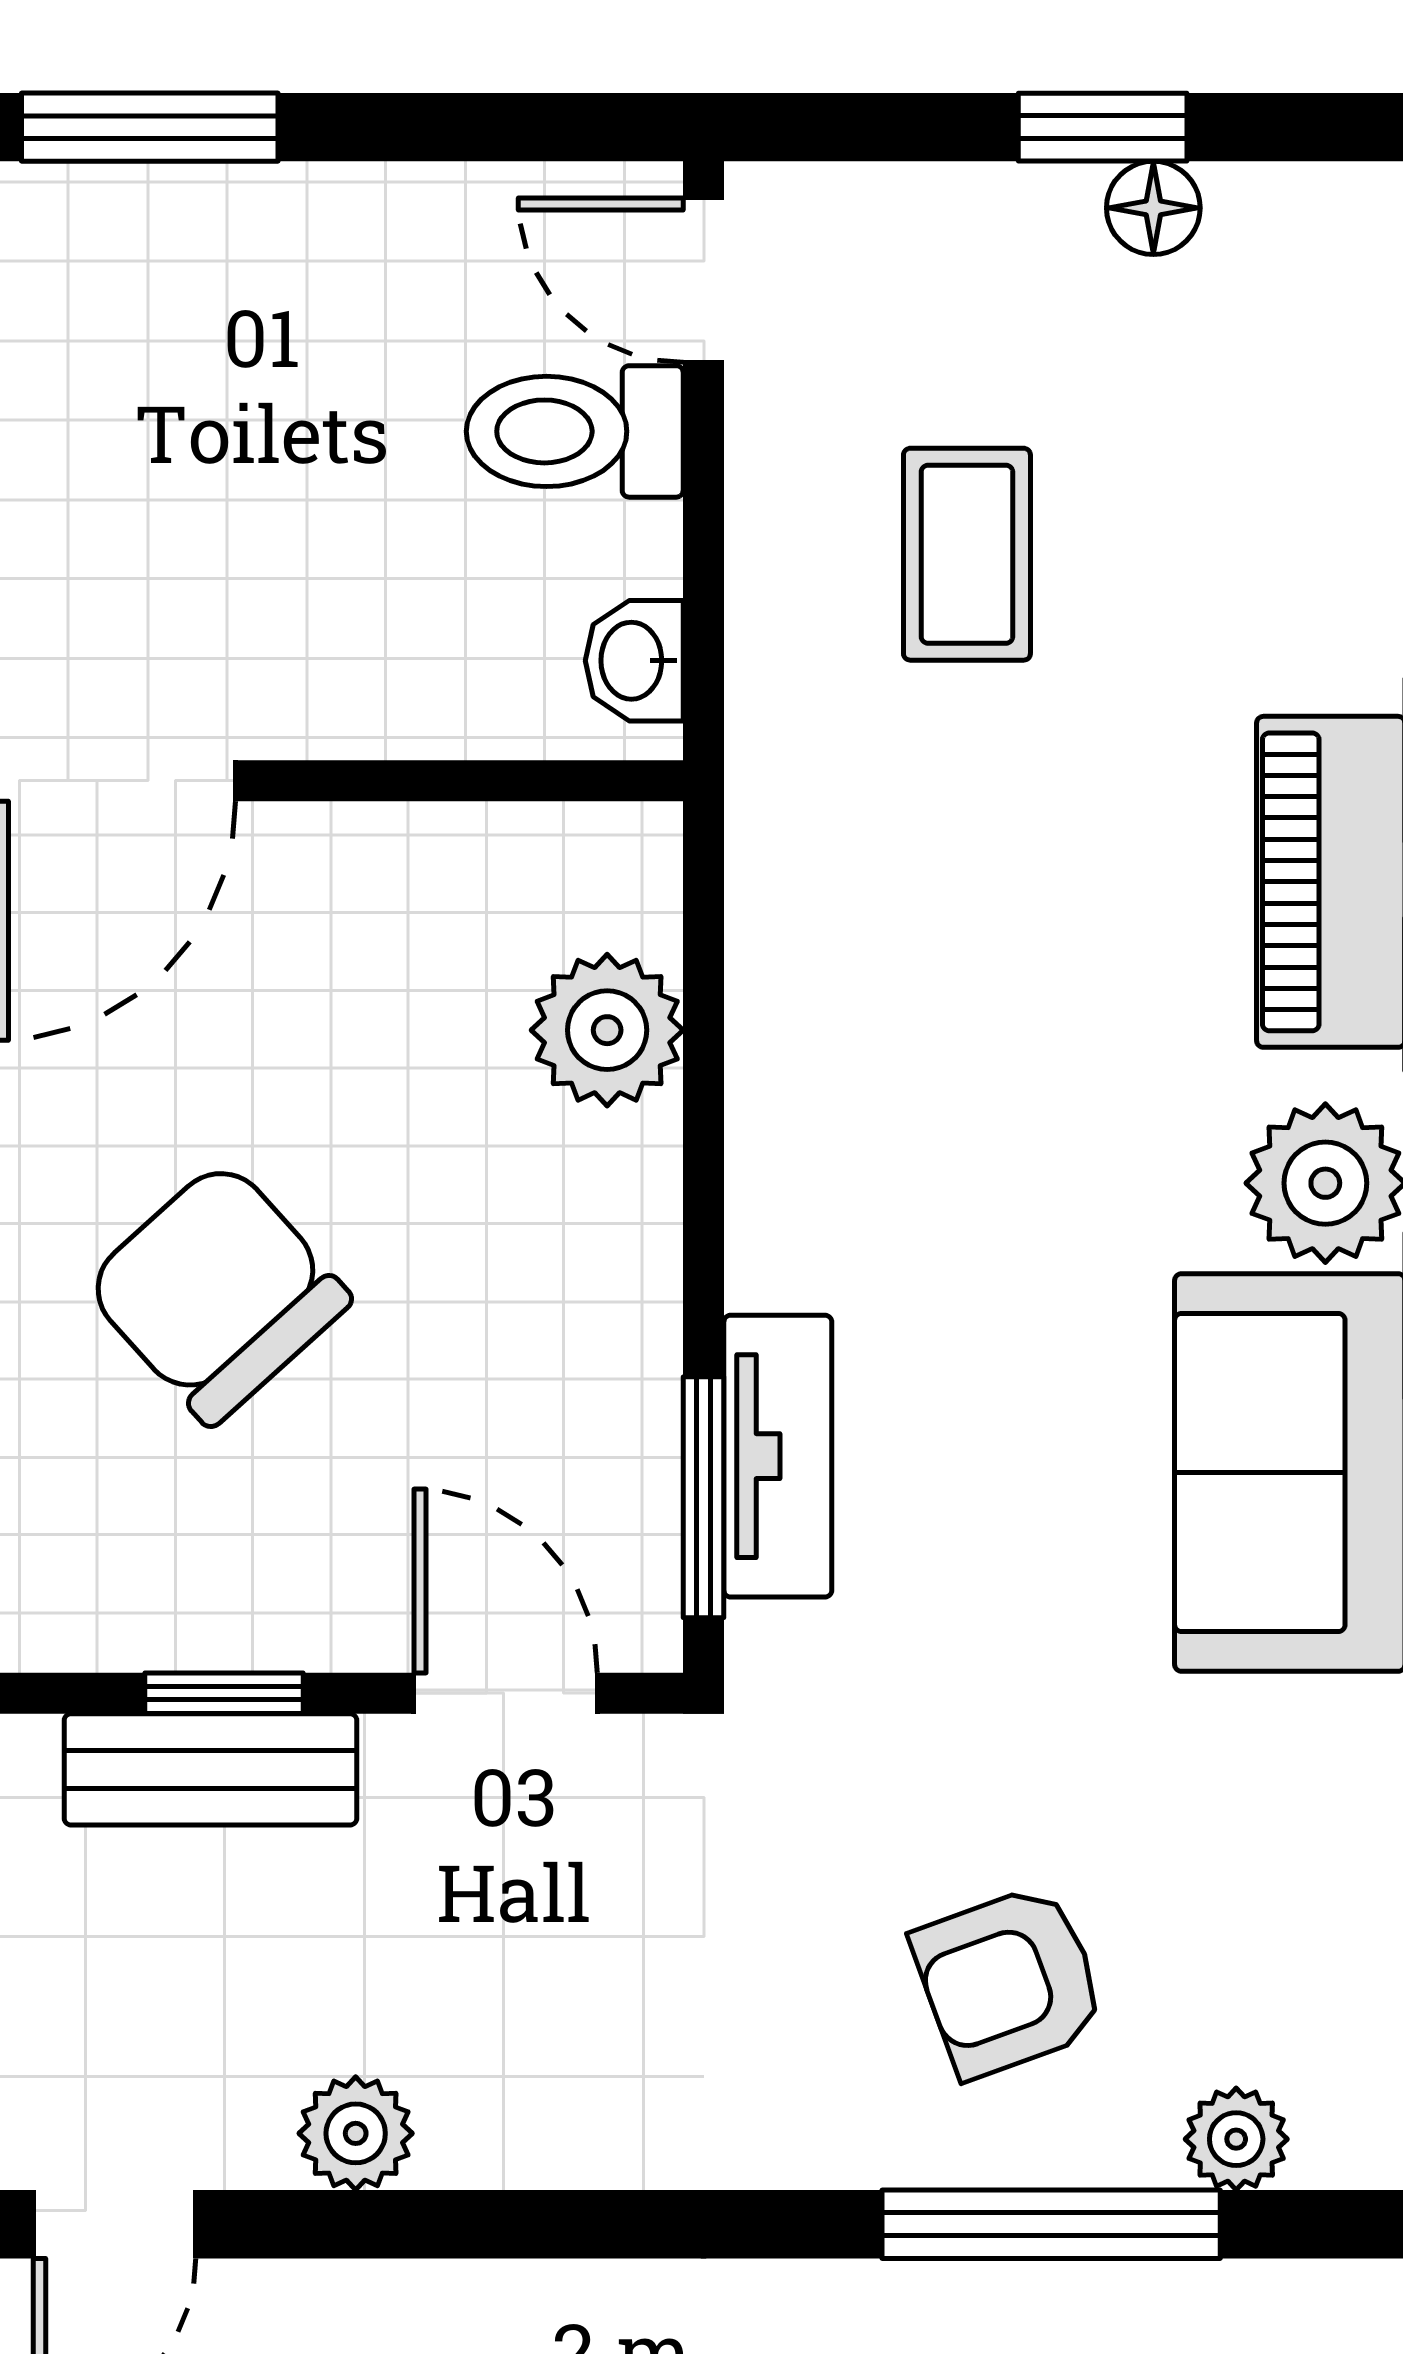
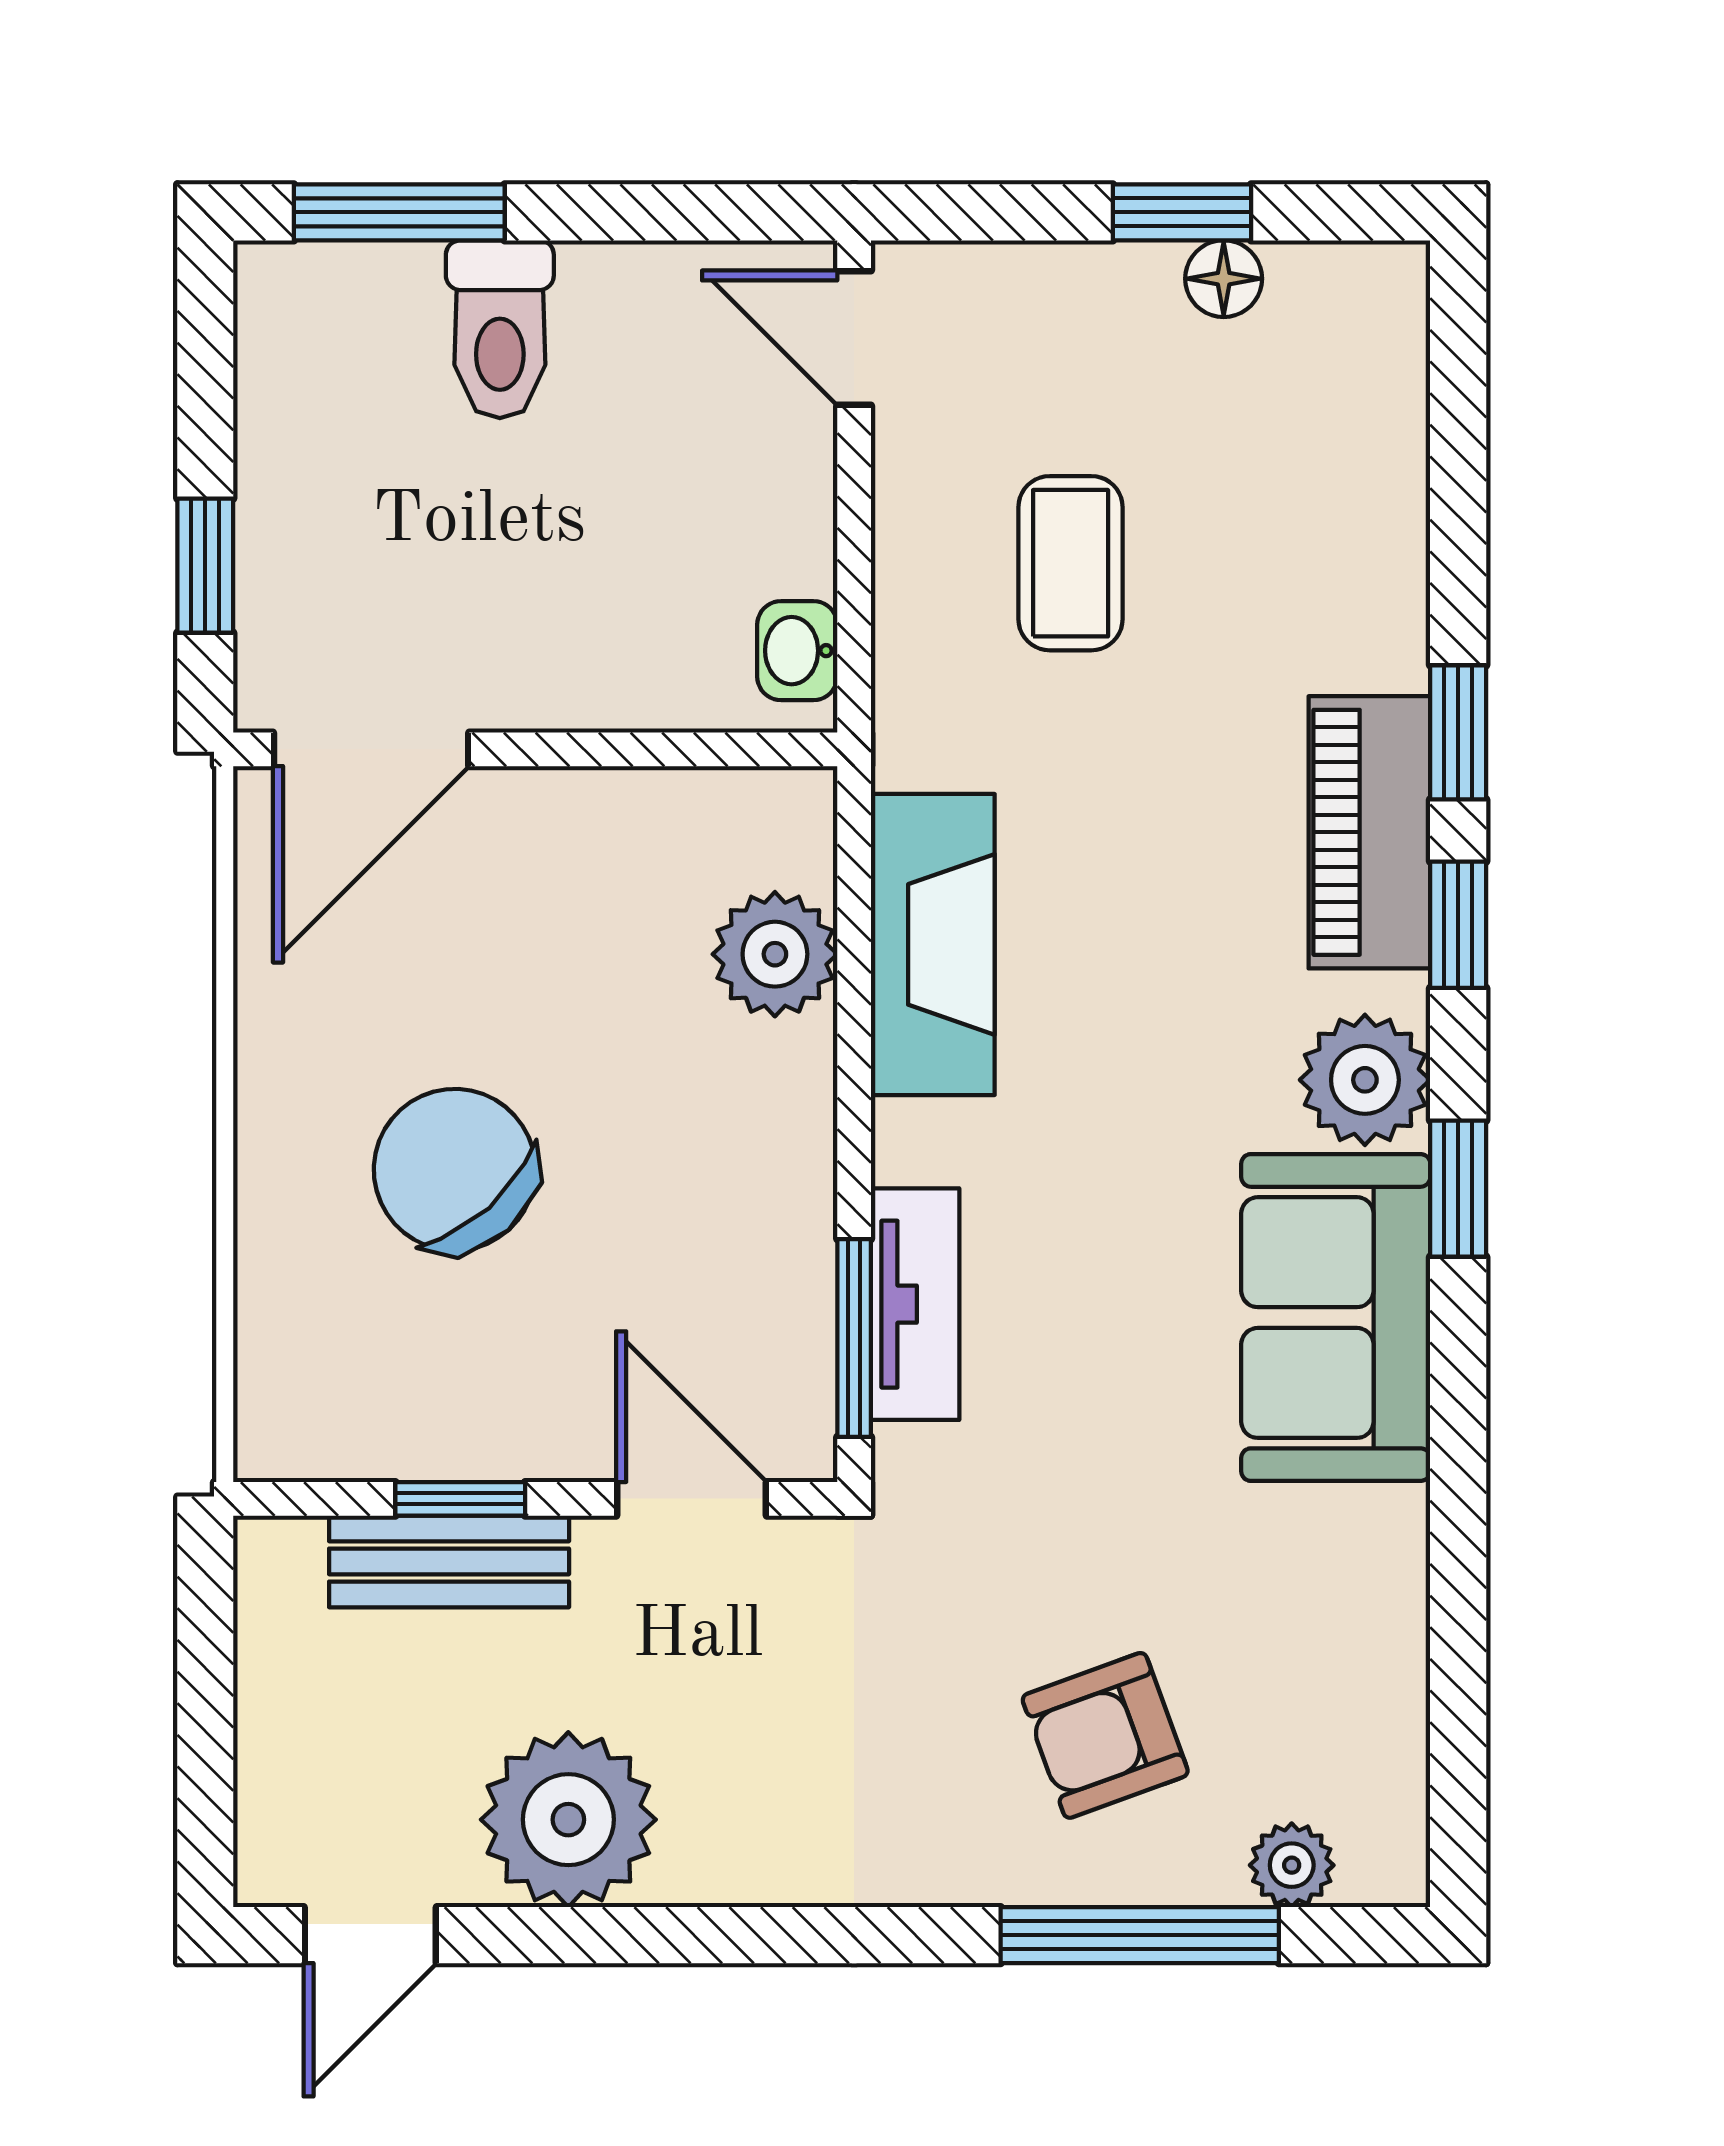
toilet: (575, 431) -> (500, 329), moved, turned -90
fireplace: (799, 1018) -> (933, 944), added
plant: (356, 2133) -> (568, 1820), width x1.87, depth x1.87

